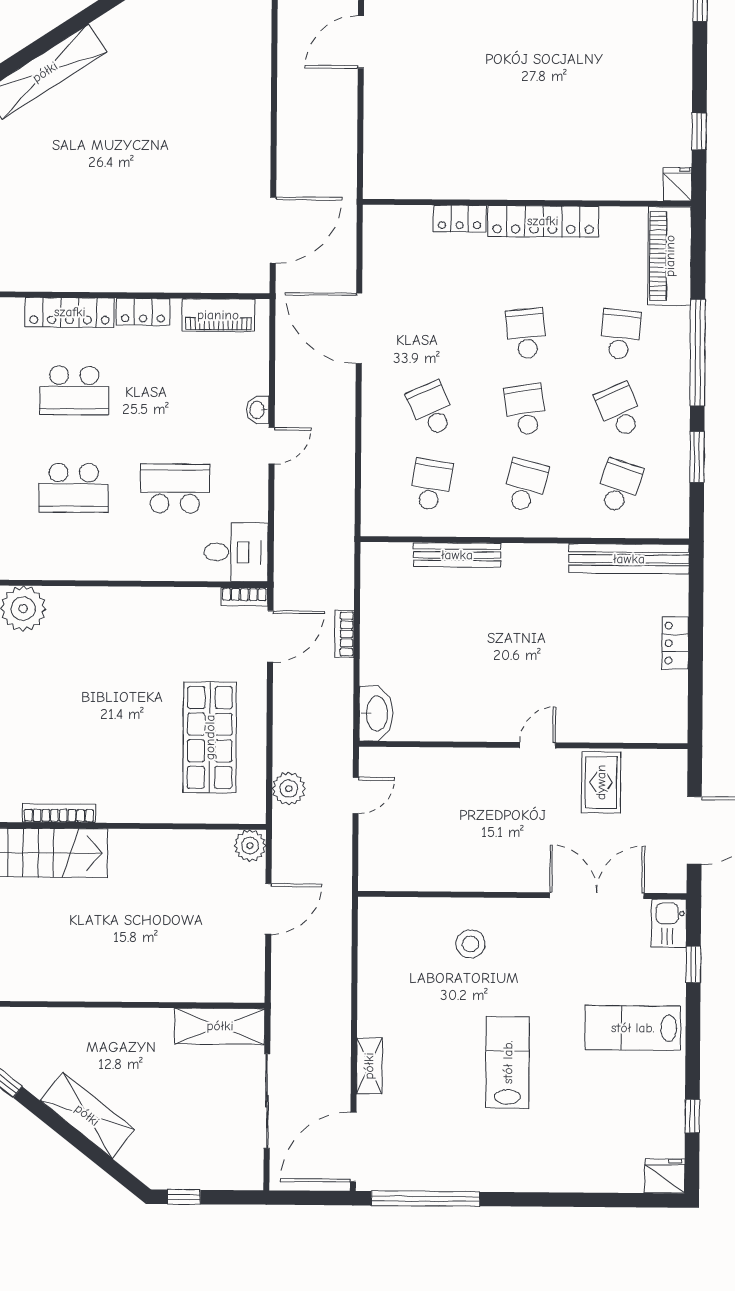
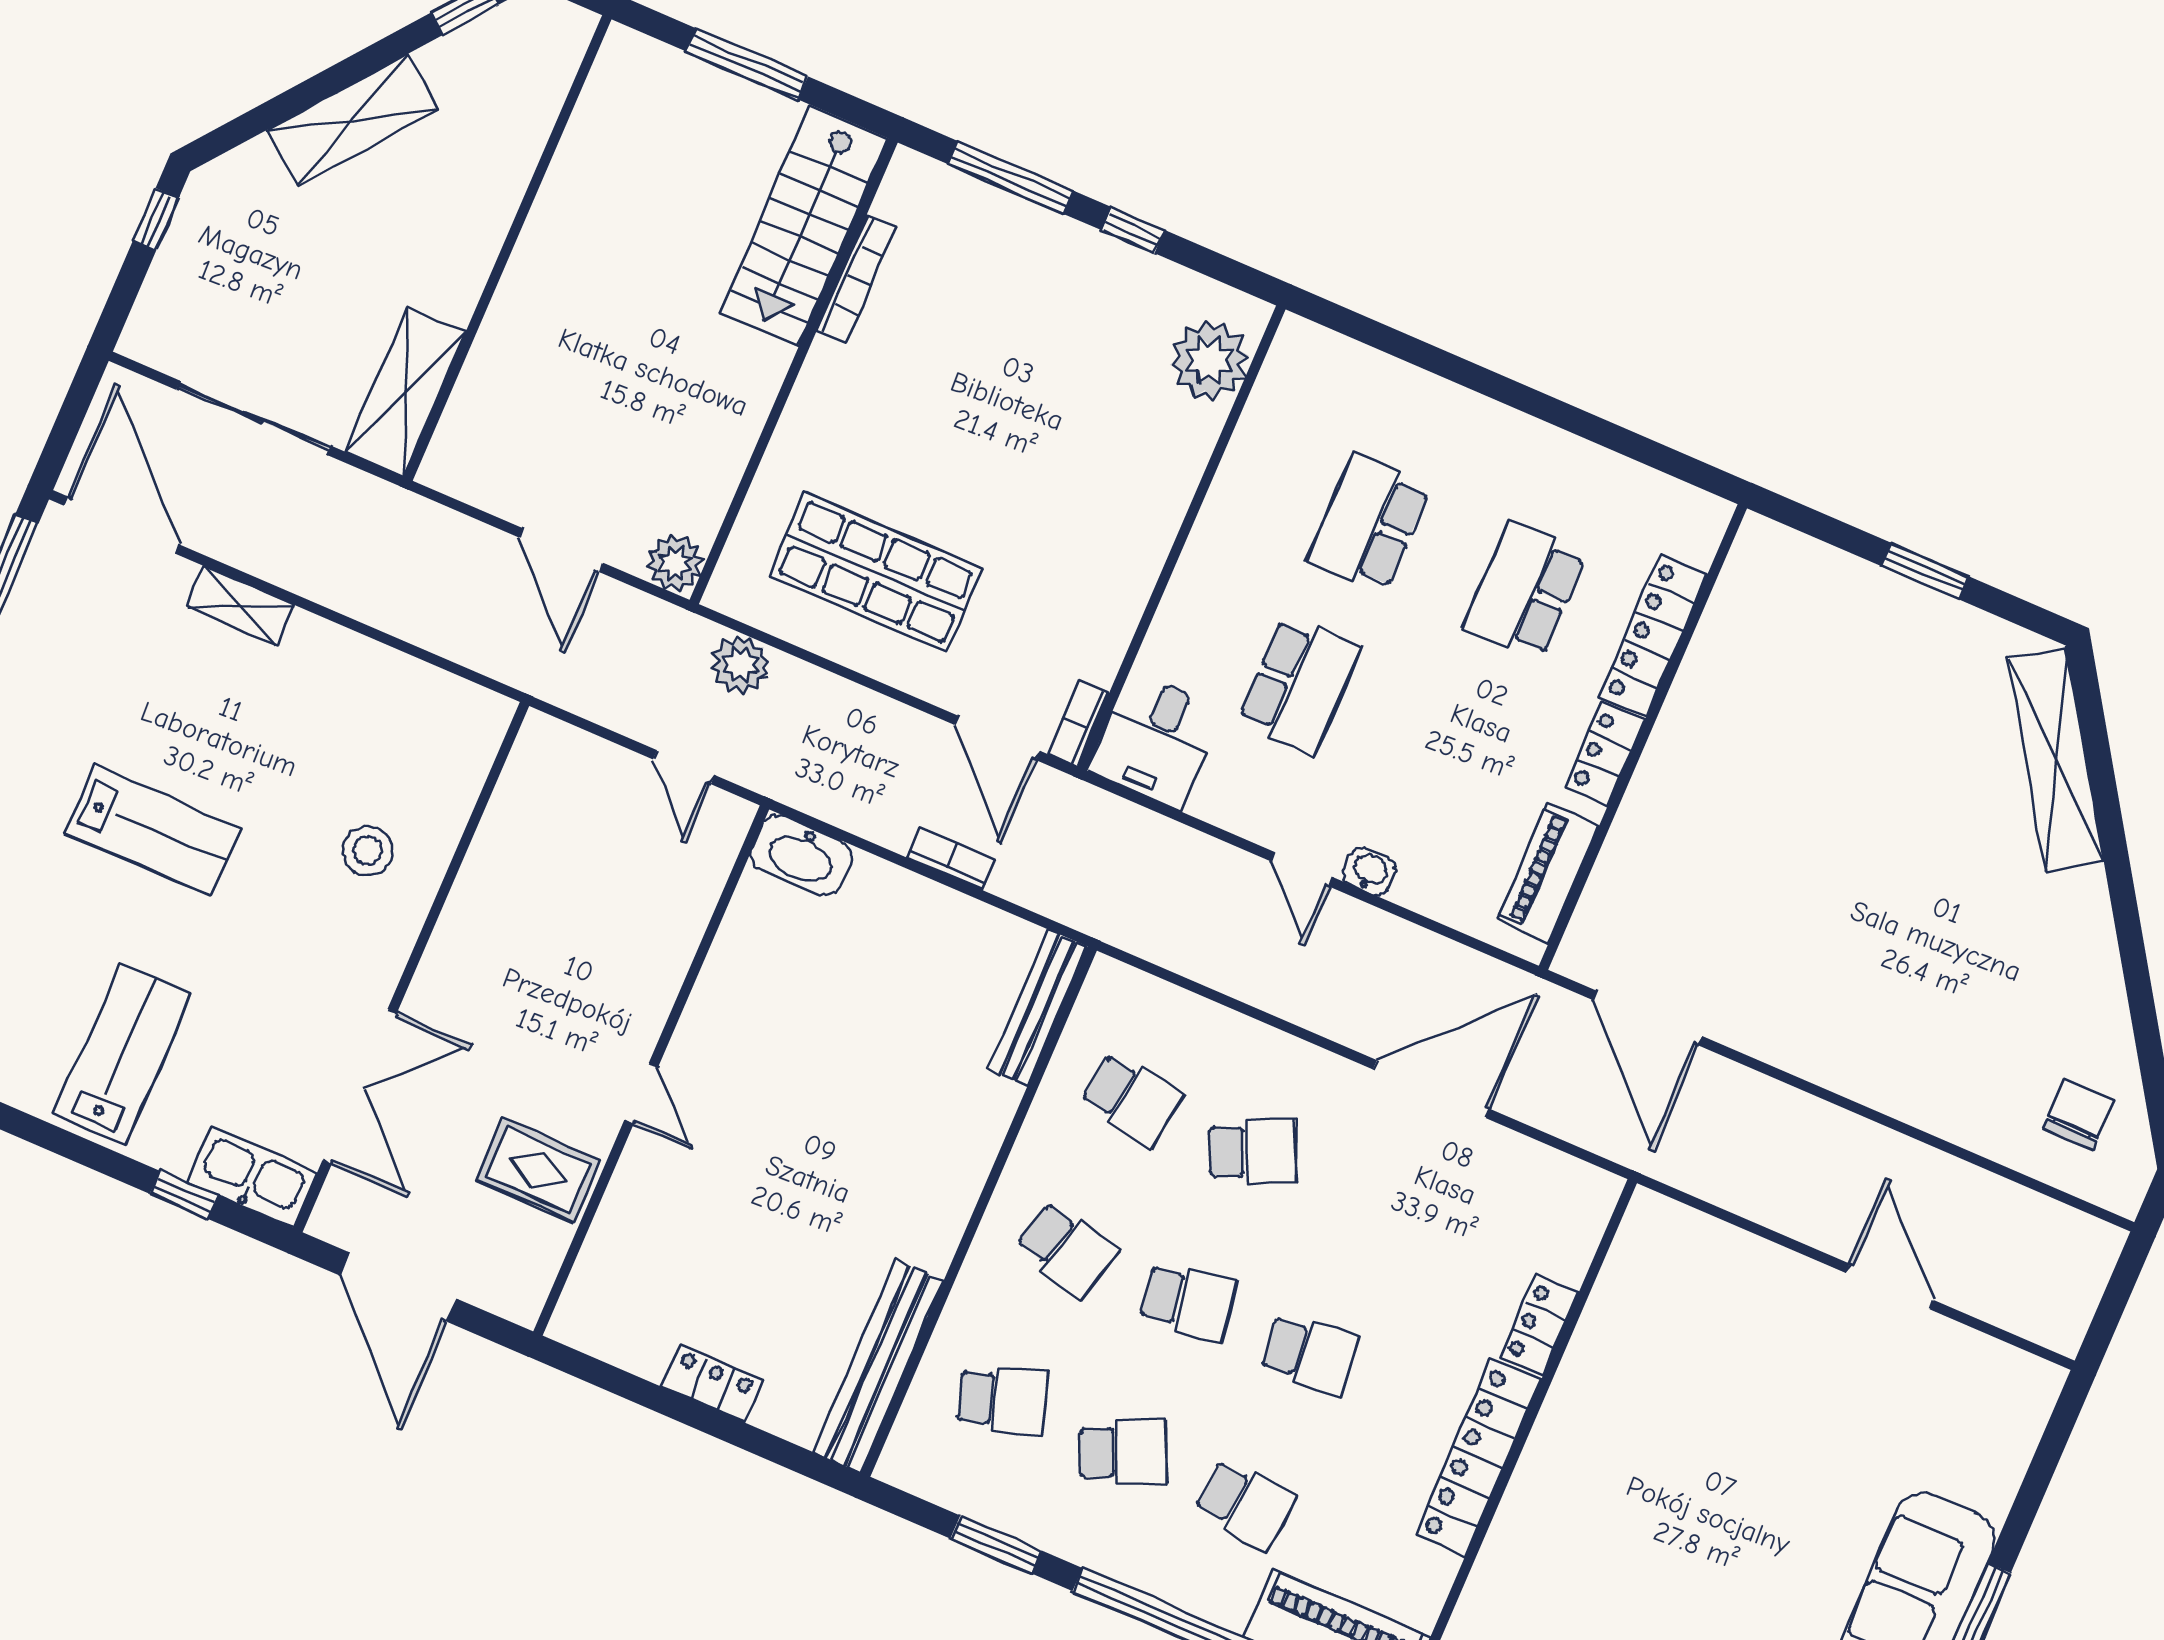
school desk: (619, 486) -> (1002, 1400), turned -36
bench: (457, 555) -> (1038, 1008), moved
kitchen sink: (669, 923) -> (252, 1177), width x1.38

